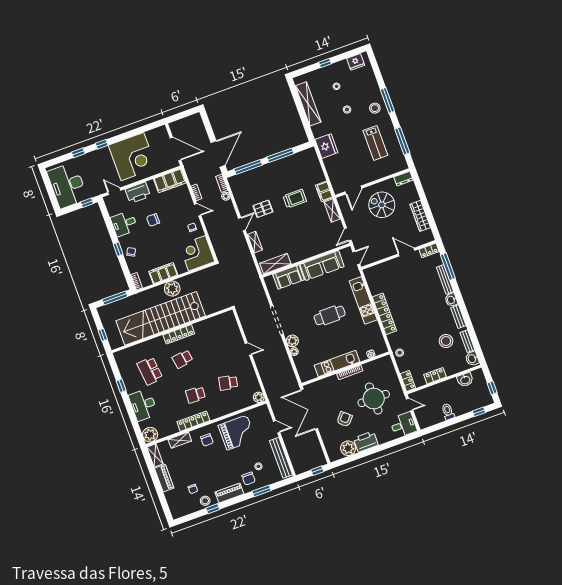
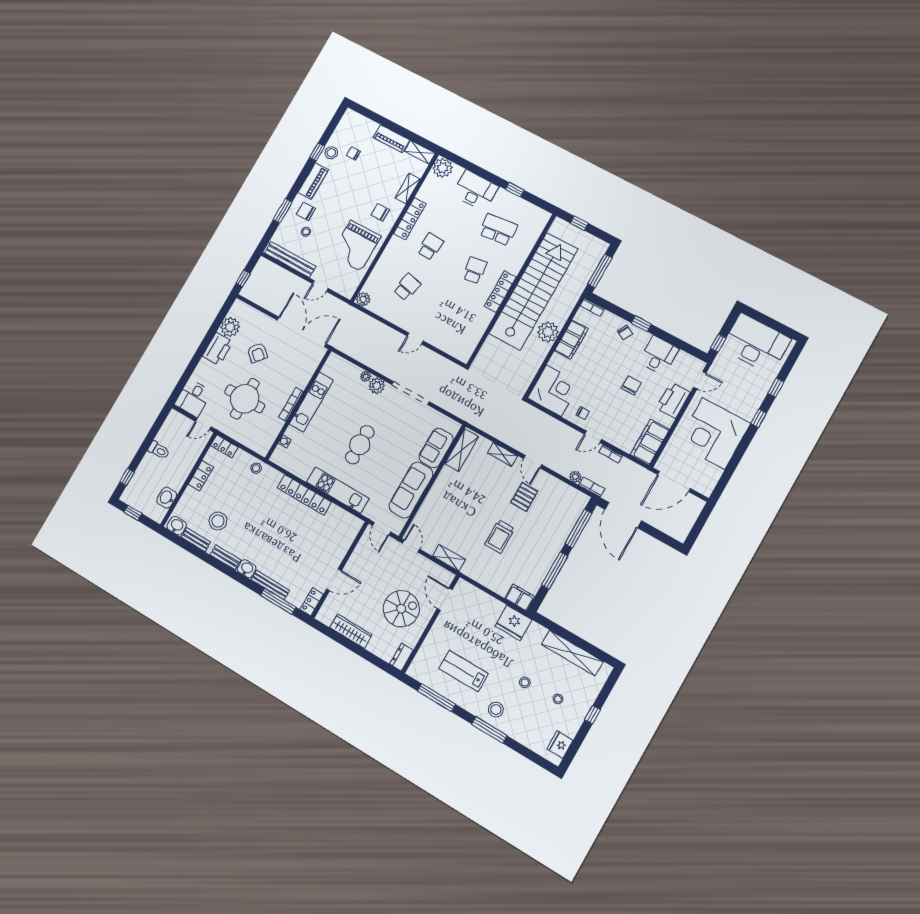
filing cabinet: (324, 191) -> (520, 598), moved

